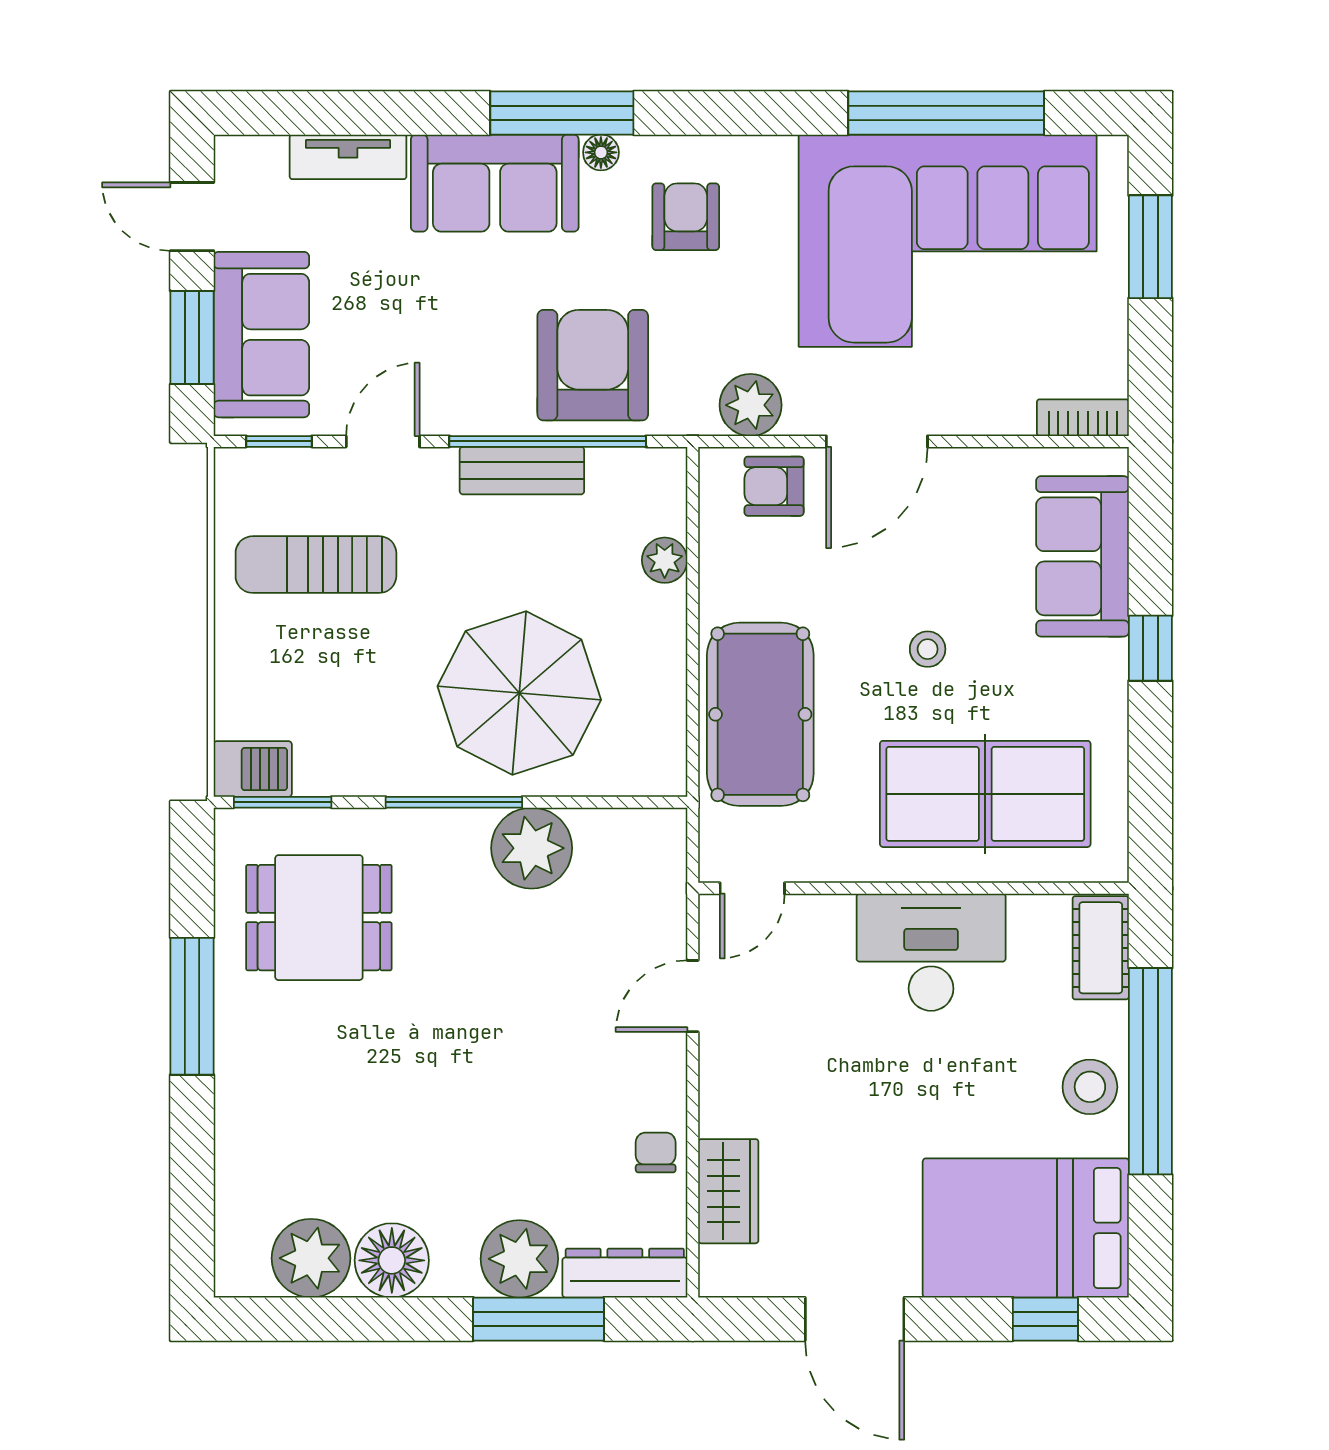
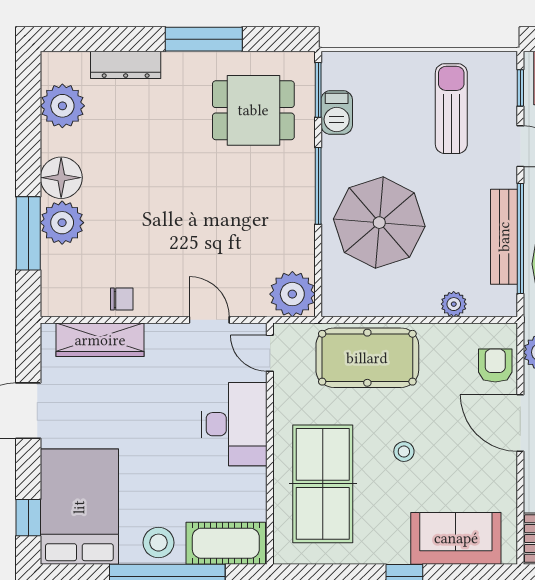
bench: (522, 471) -> (504, 237), width x1.36
barbecue: (253, 769) -> (337, 112), moved
plant: (532, 848) -> (292, 294), moved
dining table: (319, 918) -> (253, 110), turned 90
cot: (1101, 948) -> (226, 543), width x1.37, depth x1.34
desk: (931, 952) -> (234, 424), moved
wardrobe: (728, 1191) -> (100, 340), width x1.50
floor lamp: (392, 1260) -> (61, 178), moved
dresser: (625, 1273) -> (126, 65), moved, turned 90

